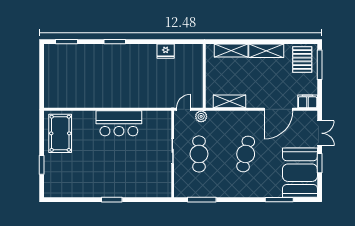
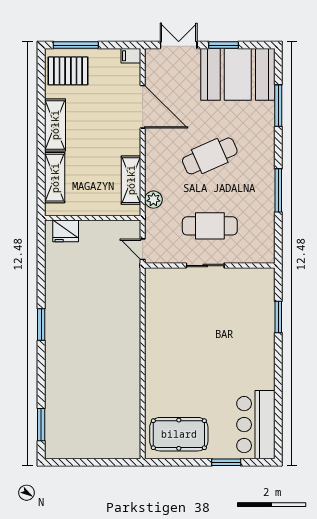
window: (115, 42) -> (41, 324), moved
fridge: (166, 51) -> (66, 231), moved, turned 90
filing cabinet: (308, 101) -> (131, 56), width x0.50
plant: (201, 116) -> (153, 200), moved
bar counter: (119, 123) -> (256, 425), moved, turned 180
cafe table: (246, 154) -> (210, 156), turned -36
window: (112, 200) -> (278, 317), moved
window: (202, 200) -> (278, 190), moved

